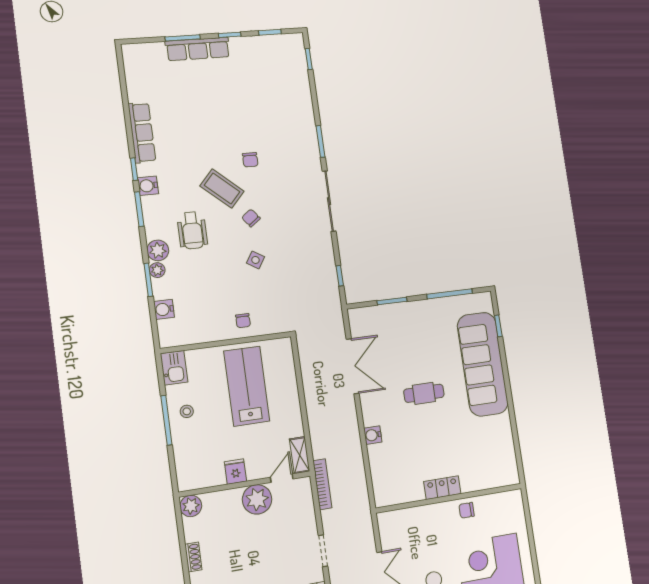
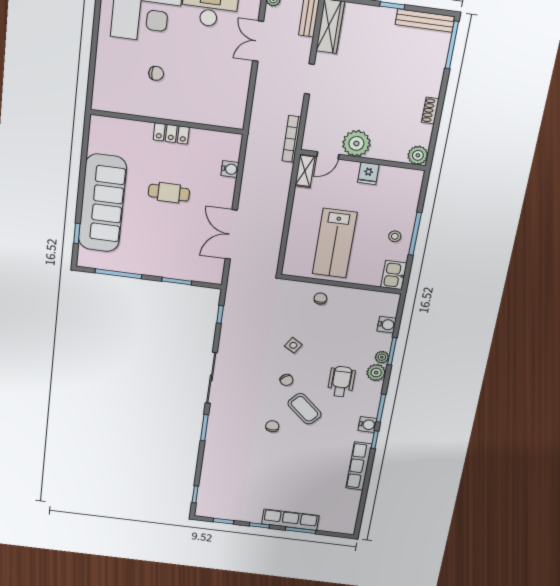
locker: (442, 488) -> (171, 133), moved
wall: (449, 498) -> (167, 122), moved

